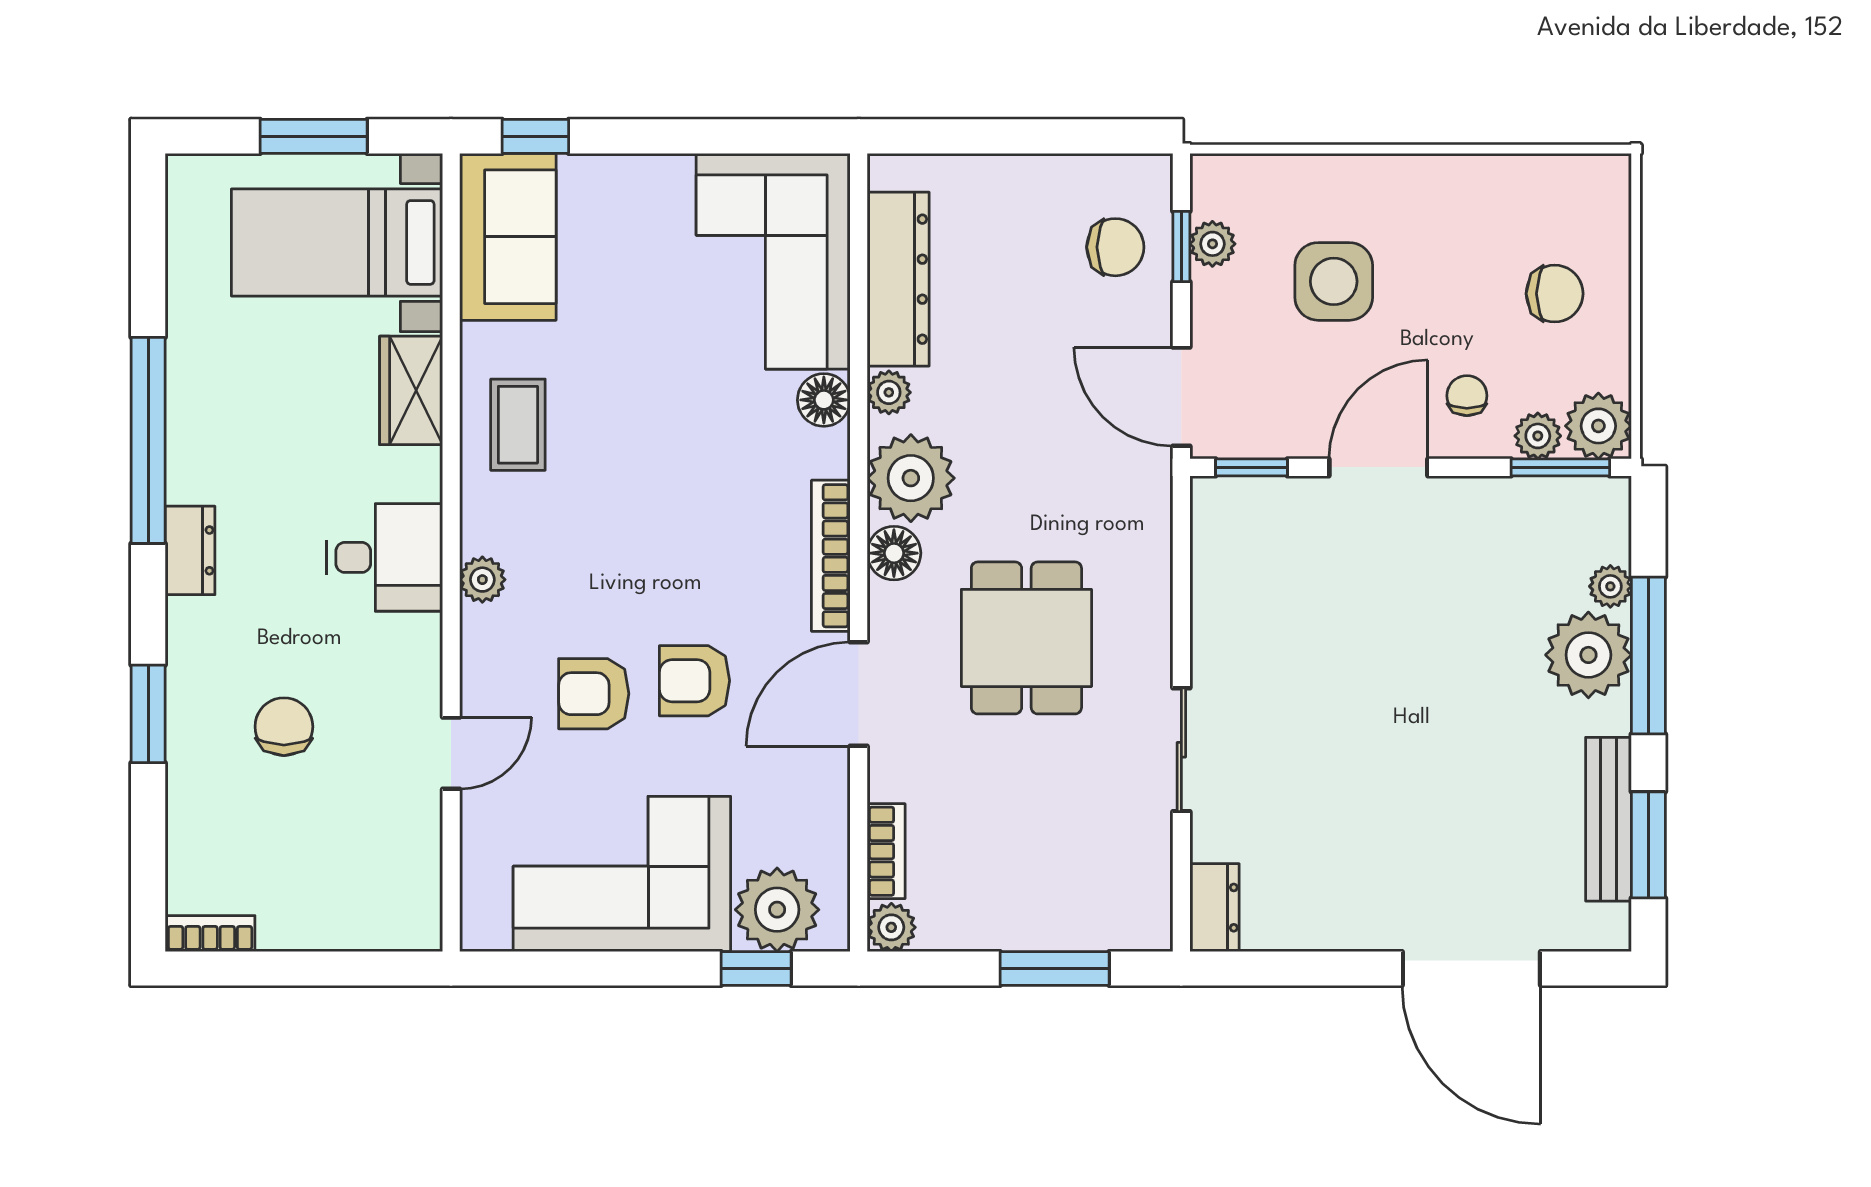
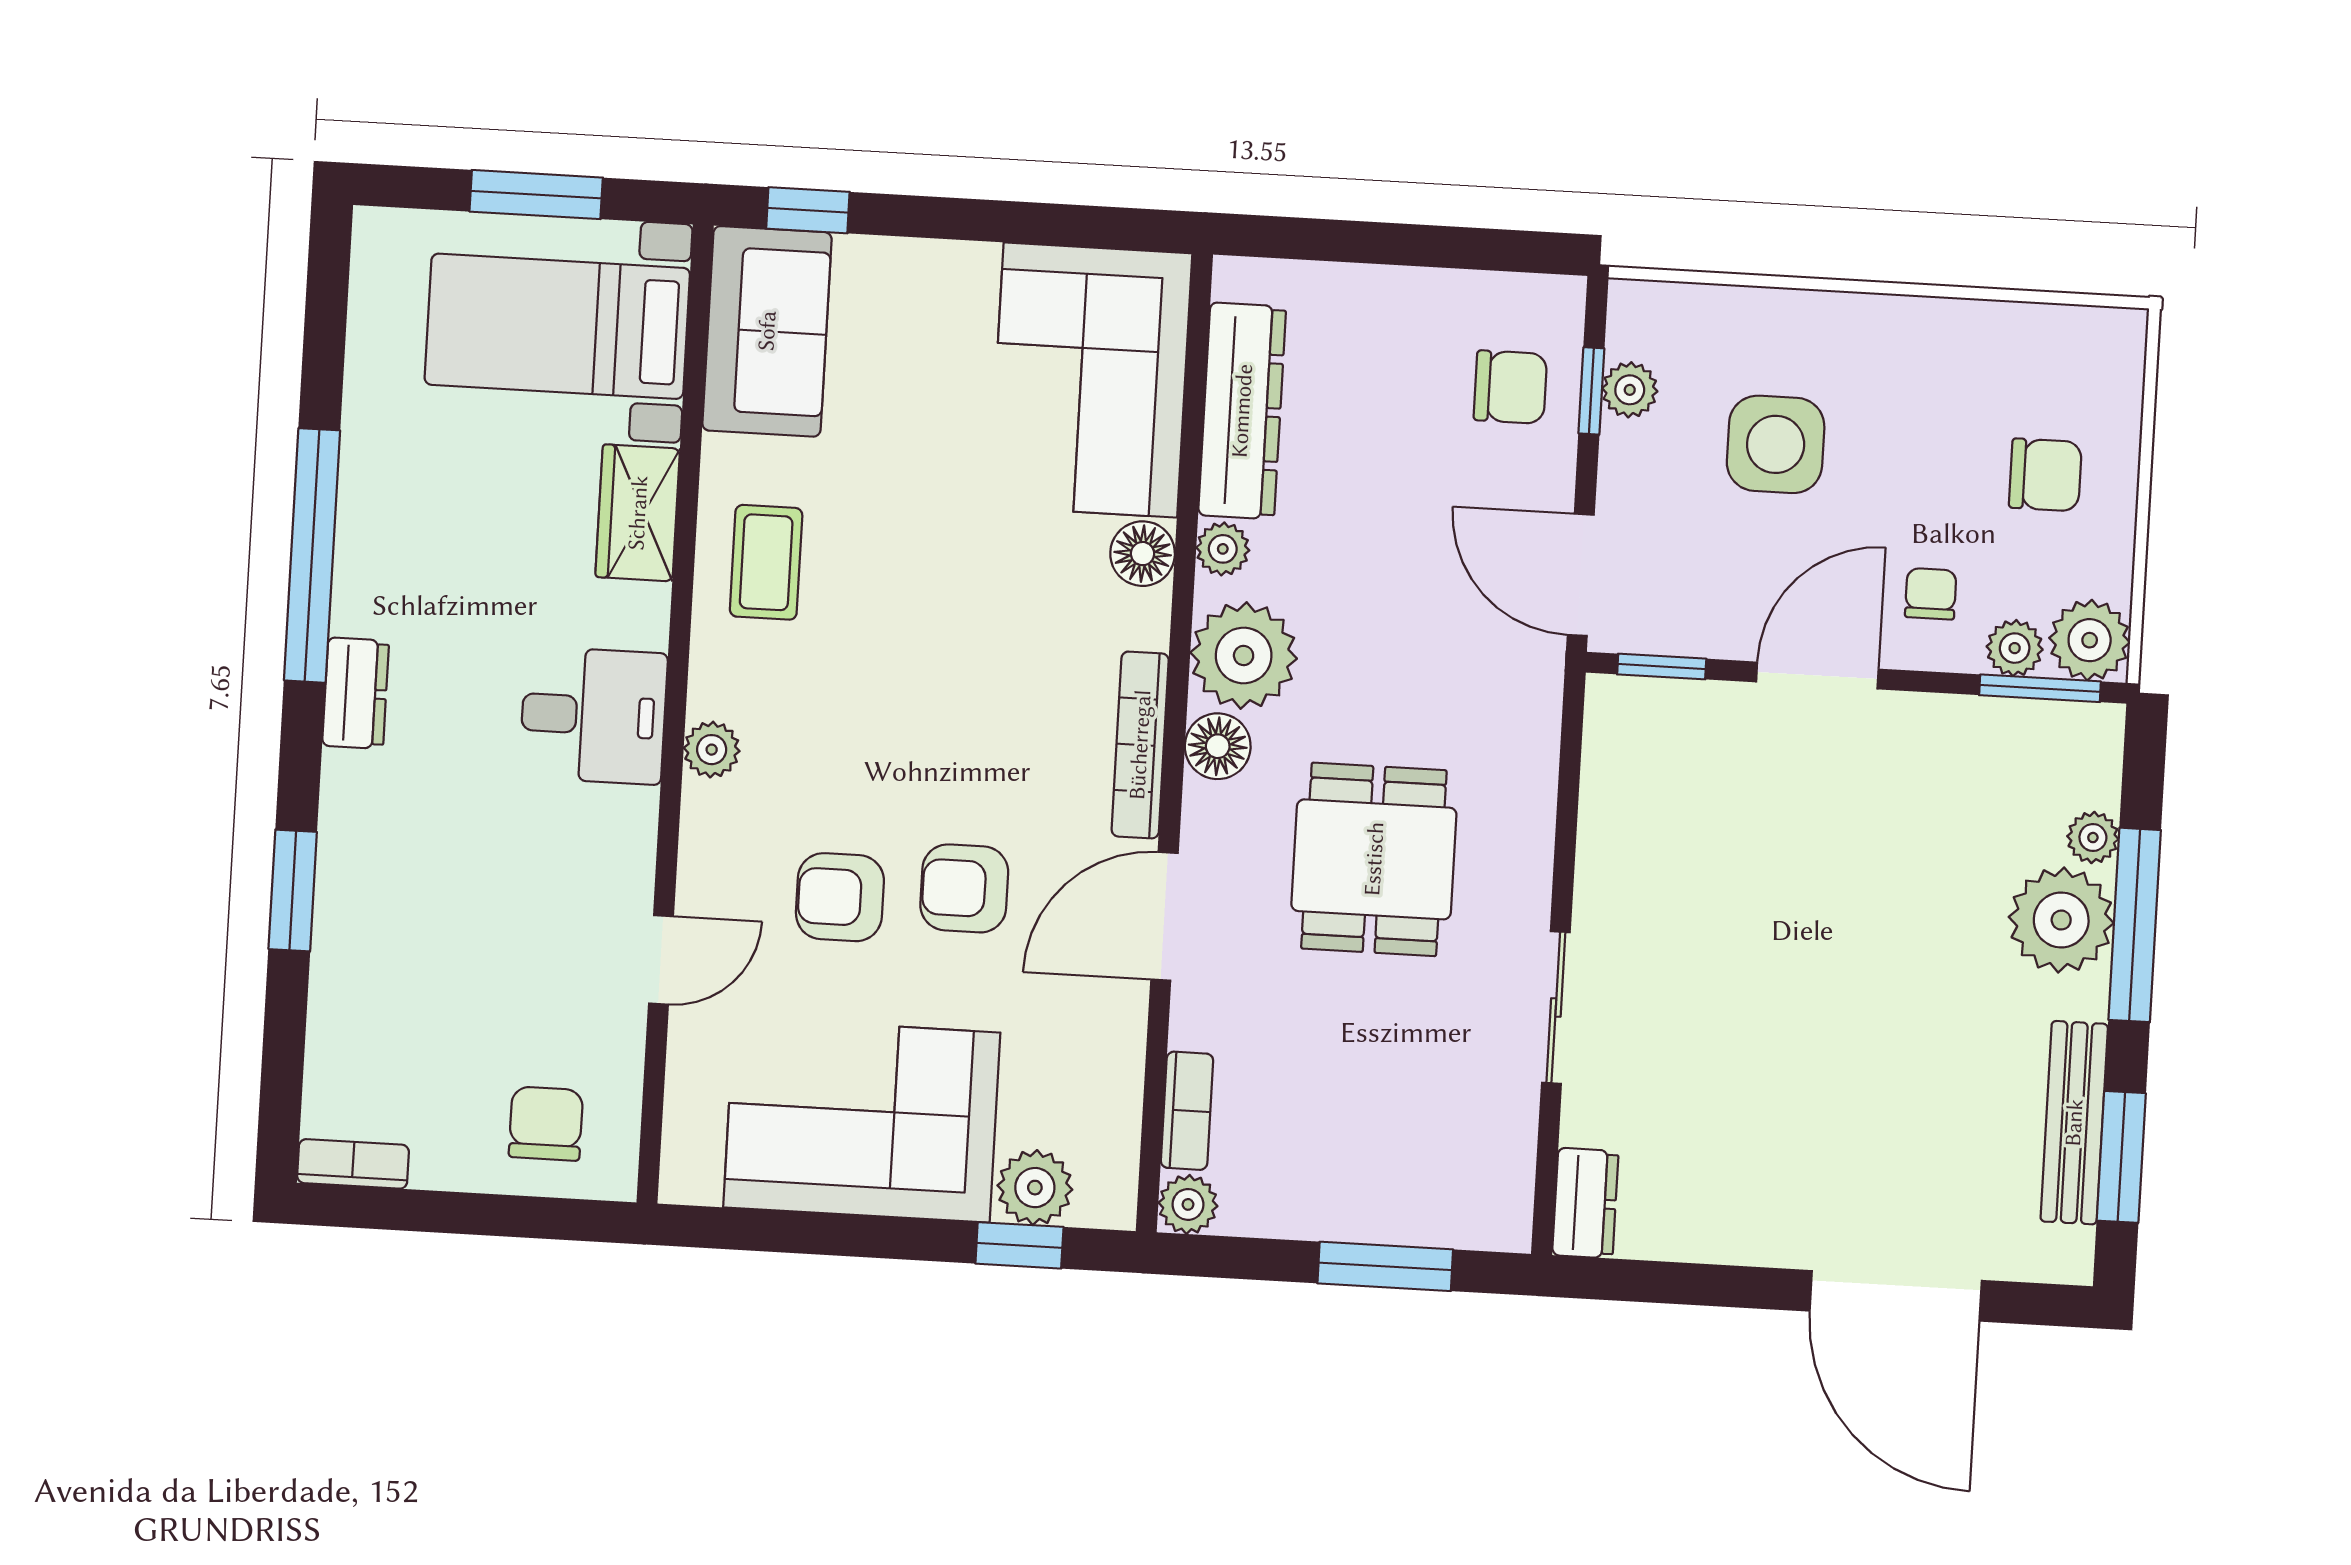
chair: (284, 727) -> (546, 1124), moved
plant: (777, 910) -> (1035, 1188), width x0.73, depth x0.73

